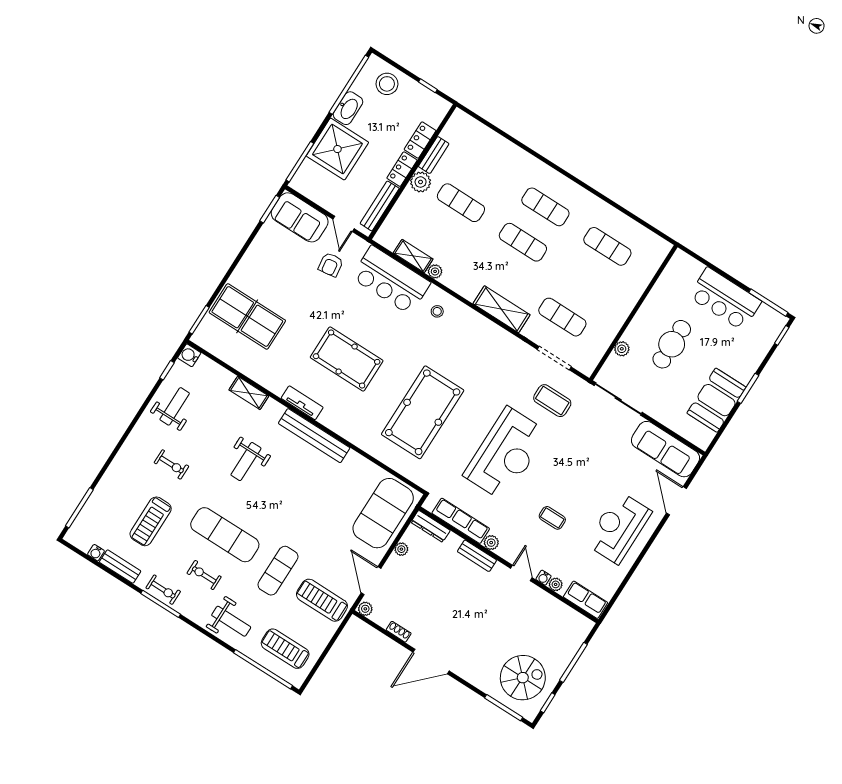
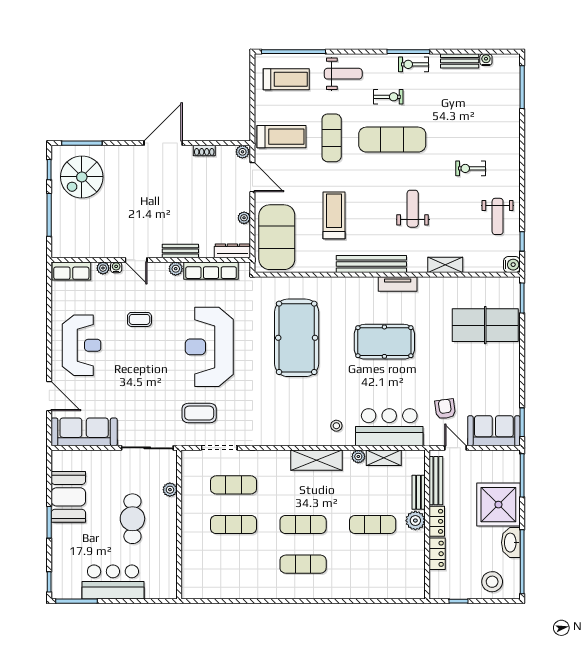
bench: (434, 155) -> (419, 492), moved
exercise mat: (607, 246) -> (234, 525), moved
shelving: (501, 309) -> (316, 460), moved
treadmill: (151, 521) -> (334, 215), moved
weight bench: (231, 621) -> (343, 74), turned 180

